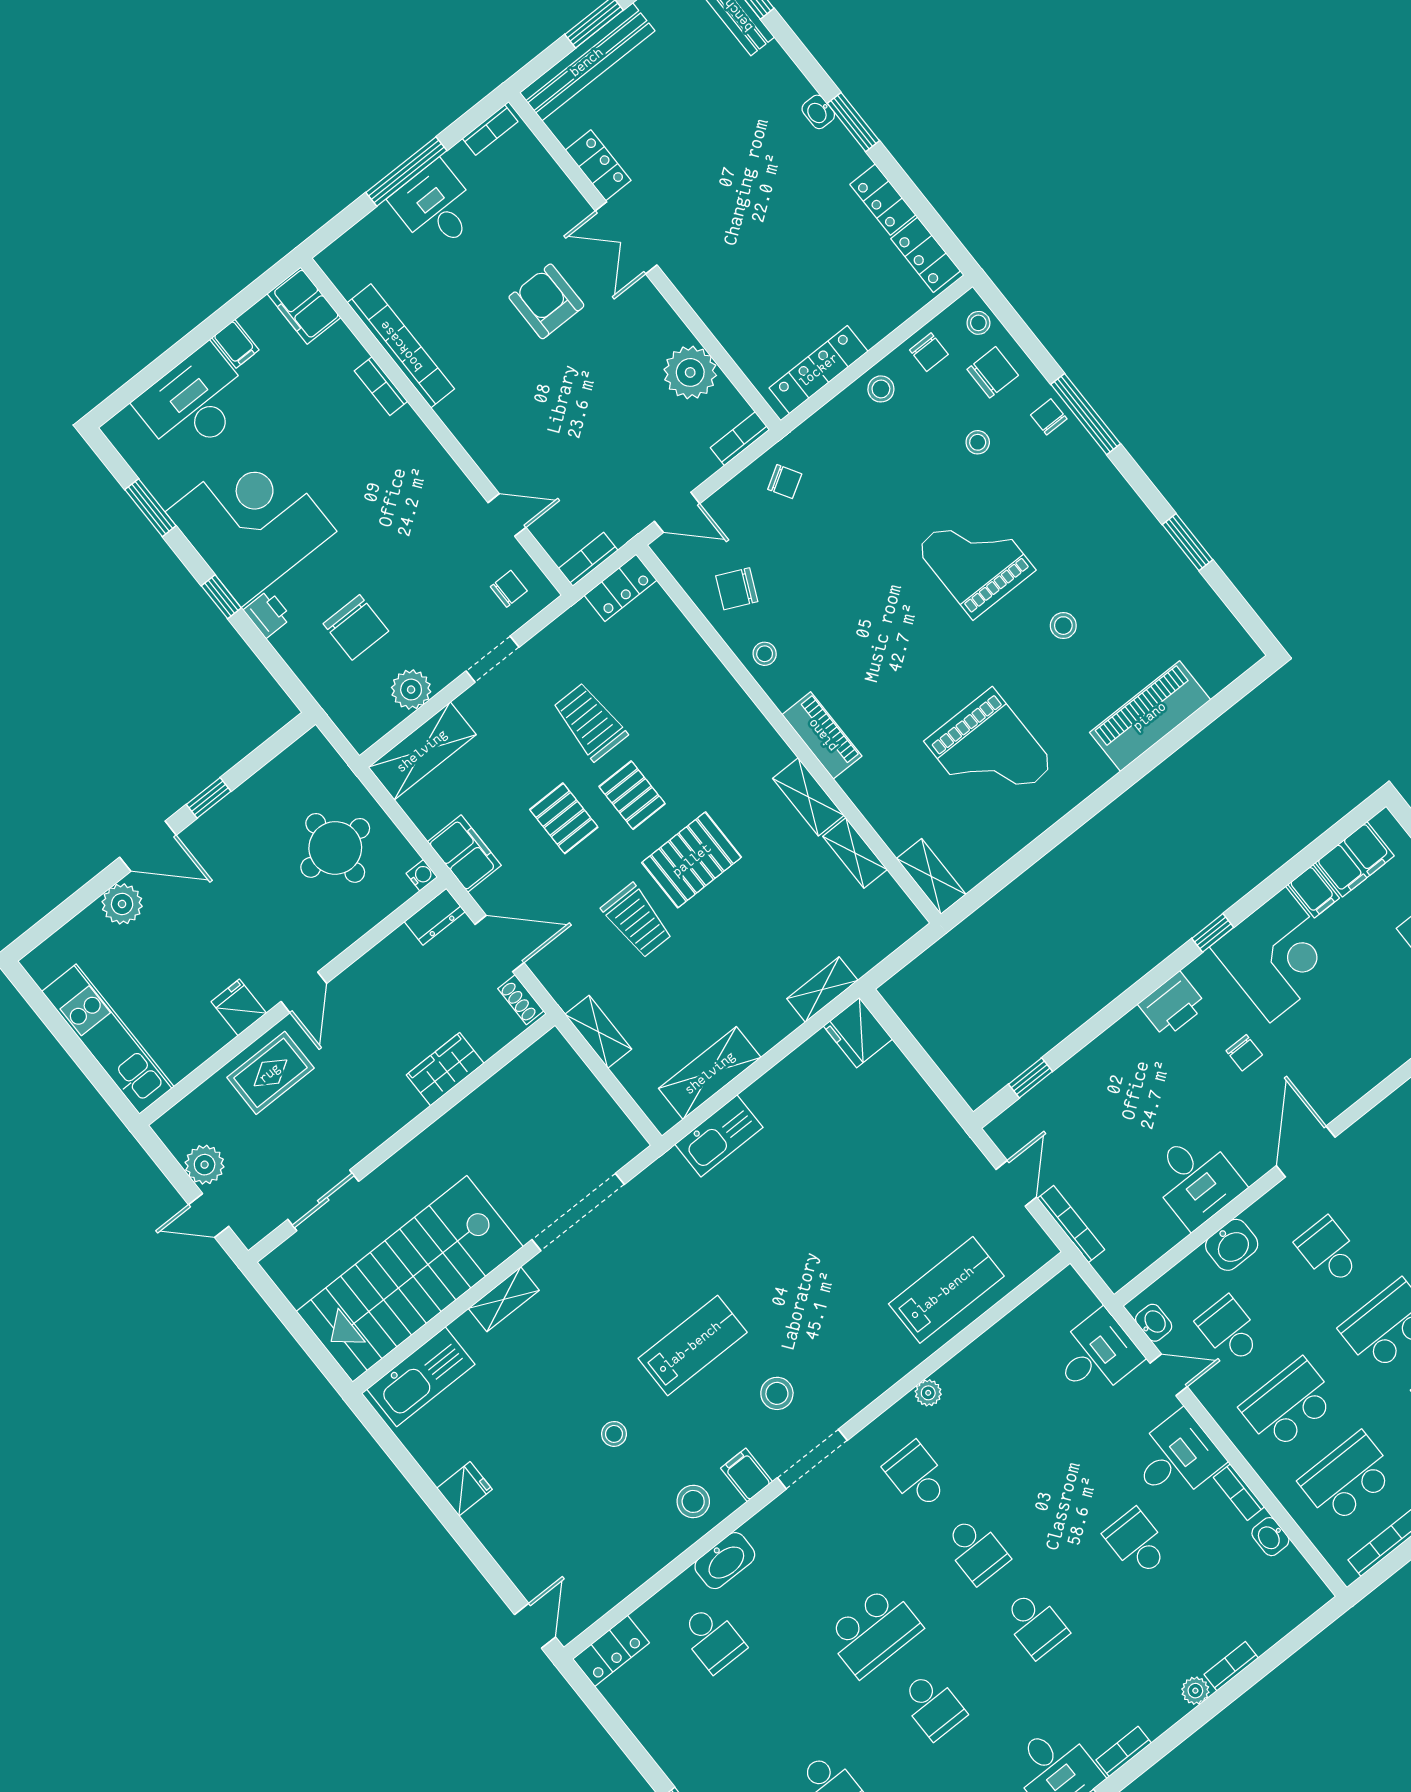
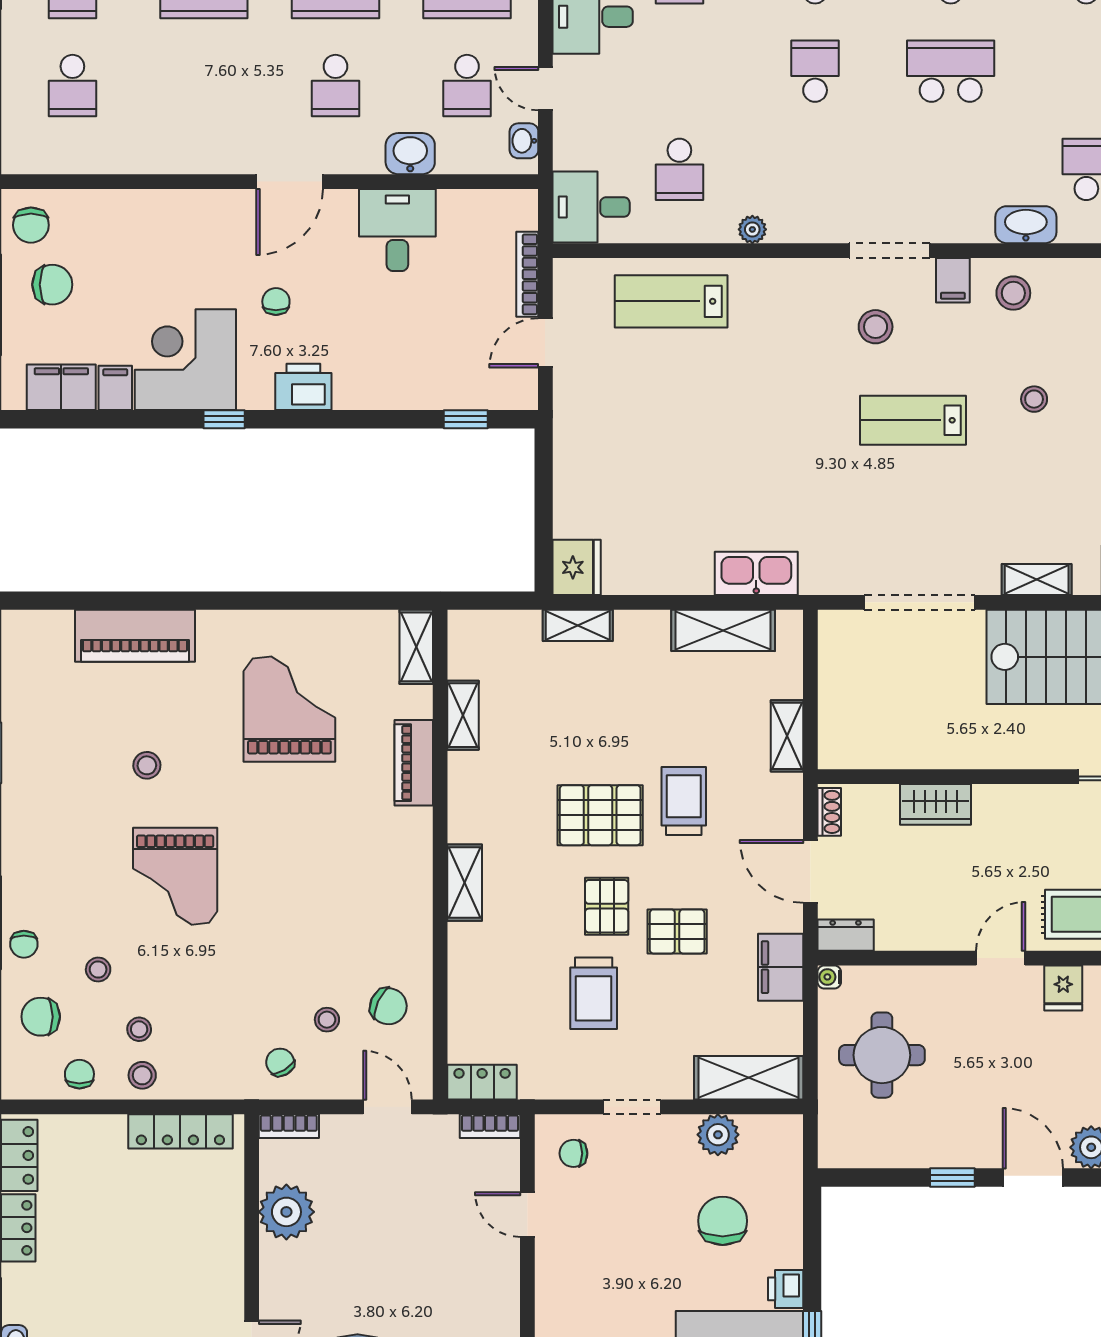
stool: (978, 323) -> (139, 1029), moved
stool: (765, 654) -> (327, 1020), moved
piano: (822, 735) -> (414, 763), moved
shelving: (808, 797) -> (465, 883), moved
pallet: (564, 818) -> (677, 931), turned 90
desk: (1096, 1355) -> (591, 207), moved
school desk: (917, 1476) -> (679, 169), moved

